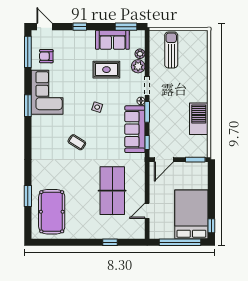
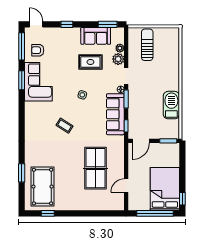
window: (28, 106) -> (22, 80), moved
window: (110, 242) -> (48, 213), moved

